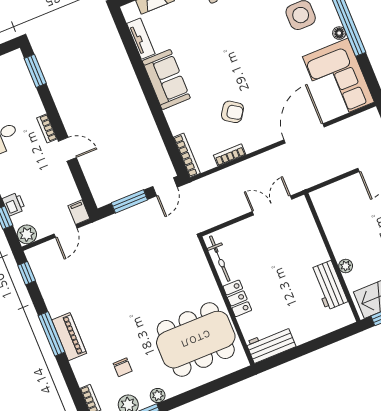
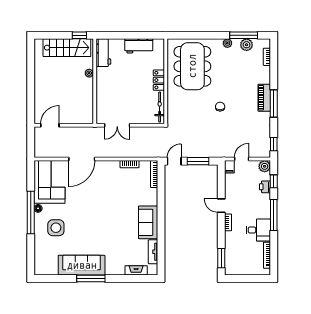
armchair: (232, 112) -> (118, 188), removed
workbench: (329, 285) -> (103, 53), moved
dining table: (196, 340) -> (192, 66), turned 90
workbench: (271, 344) -> (139, 46), moved
chair: (123, 367) -> (220, 107), moved

